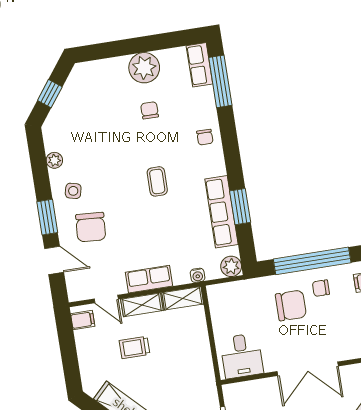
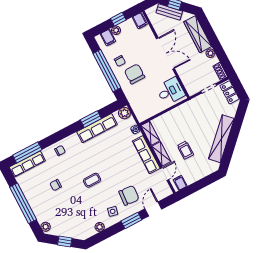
window: (137, 45) -> (23, 203), added
row of seats: (199, 65) -> (27, 164), width x1.48
plant: (144, 68) -> (46, 227), moved, width x0.53, depth x0.53
coffee table: (157, 181) -> (92, 180), moved
row of seats: (149, 279) -> (146, 155), width x1.48

